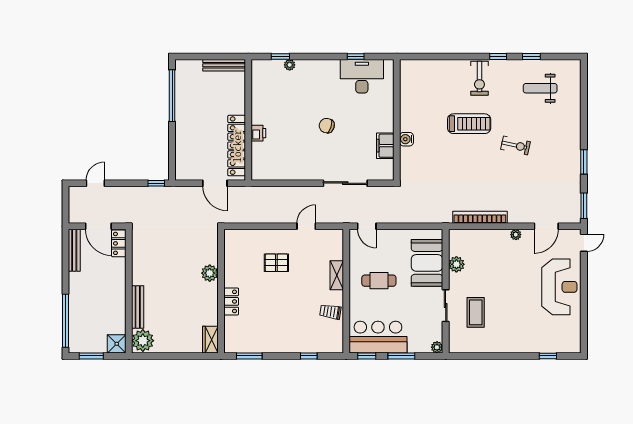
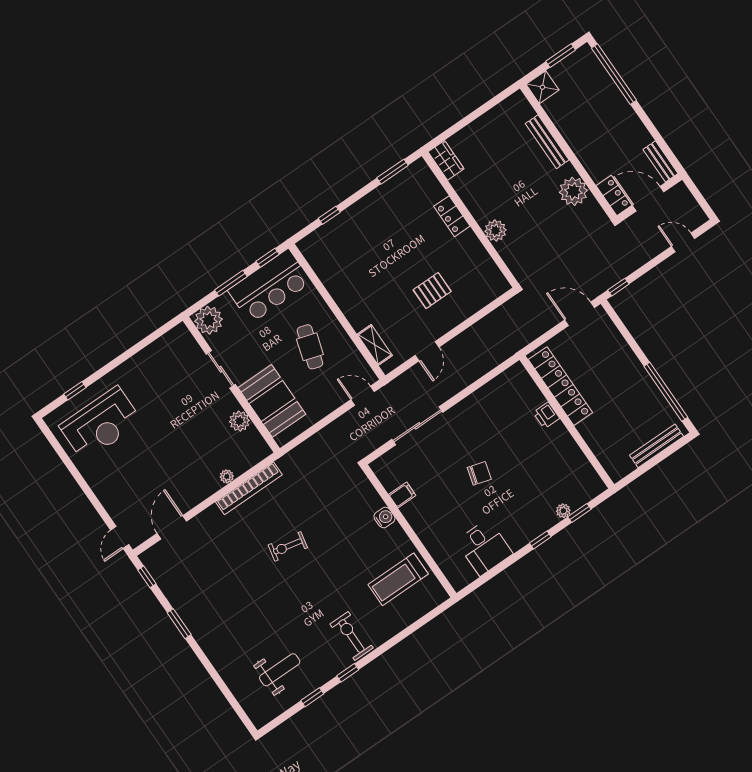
window: (356, 56) -> (540, 540), moved
bench: (224, 65) -> (657, 446), moved
desk: (362, 76) -> (484, 547), width x0.73
treadmill: (469, 124) -> (398, 579), moved
exercise bike: (516, 145) -> (288, 546), moved
filing cabinet: (385, 146) -> (402, 495), width x0.50
door: (95, 183) -> (683, 242), swing flipped
door: (215, 183) -> (580, 314), moved
window: (584, 206) -> (147, 577), width x0.67
plant: (516, 235) -> (227, 476), moved
bench: (74, 250) -> (660, 161), width x0.73
shelving: (337, 275) -> (375, 345), moved
cafe table: (379, 281) -> (310, 347), turned -73
reception desk: (559, 287) -> (101, 424), moved, turned -90
trolley: (330, 312) -> (339, 278), removed
coffee table: (476, 312) -> (184, 384), removed
plant: (143, 341) -> (573, 191), moved
plant: (437, 347) -> (209, 320), width x1.88, depth x1.88

